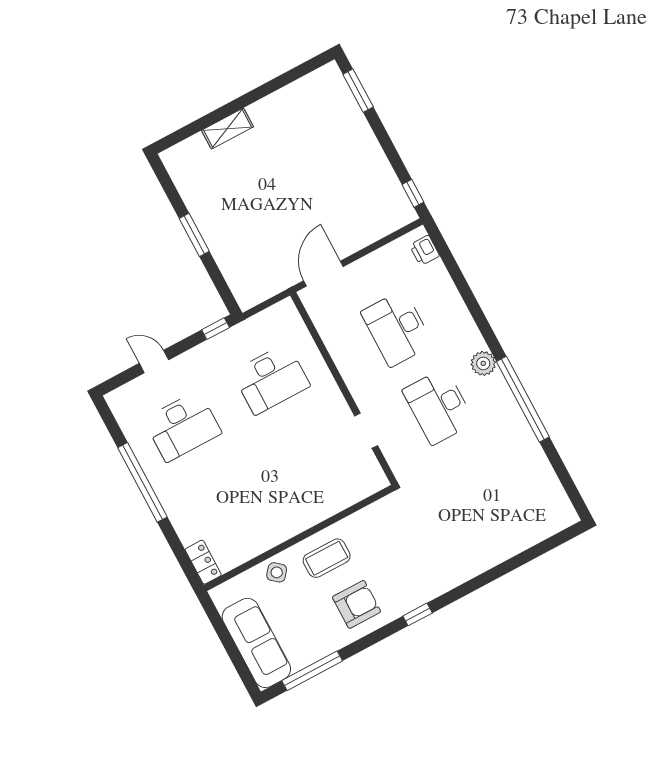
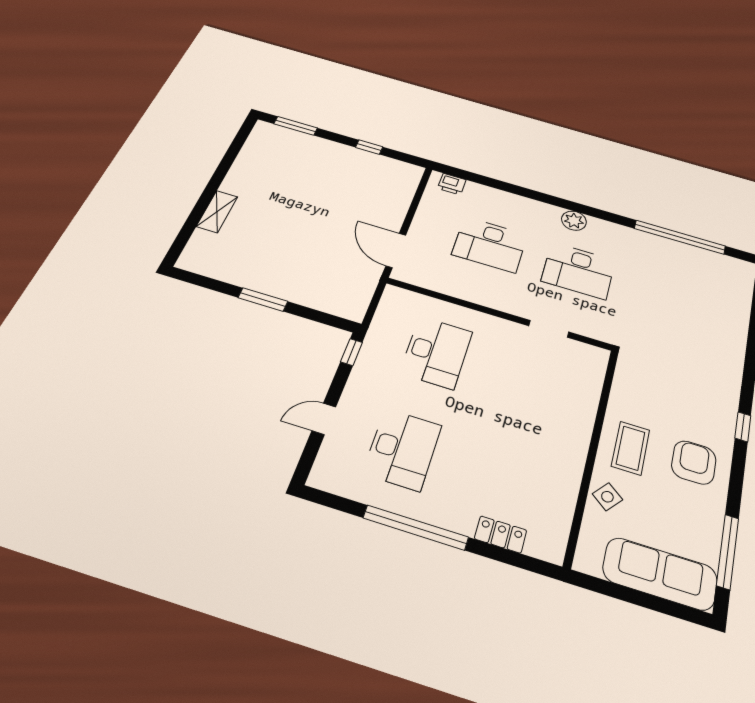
window: (413, 193) -> (369, 147), moved
window: (523, 399) -> (680, 237), moved
locker: (203, 562) -> (501, 534), moved

